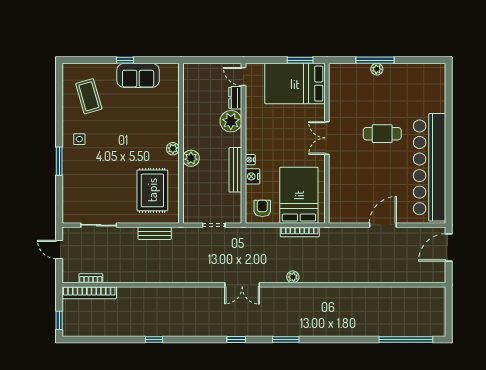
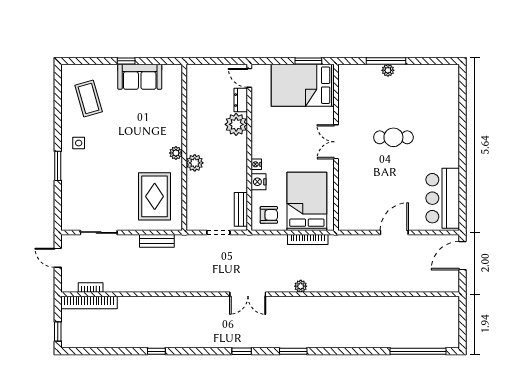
bar counter: (430, 167) -> (443, 198), width x0.54
bench: (235, 170) -> (241, 209), moved, width x0.73
armchair: (262, 208) -> (269, 215), turned 90

